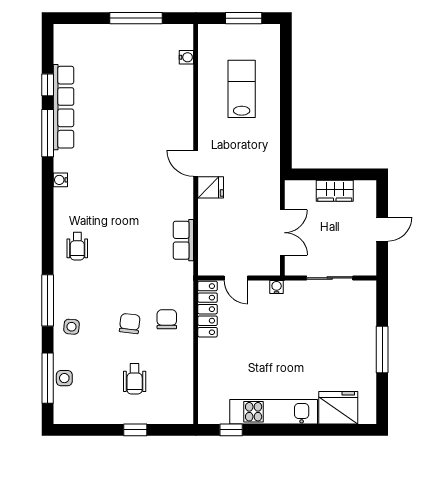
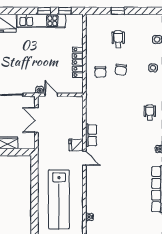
lab bench: (242, 89) -> (59, 199), width x1.86, depth x1.39
row of seats: (183, 240) -> (91, 135), moved
door: (236, 278) -> (51, 95), moved
locker: (208, 309) -> (78, 62), moved
window: (268, 430) -> (44, 11), added

